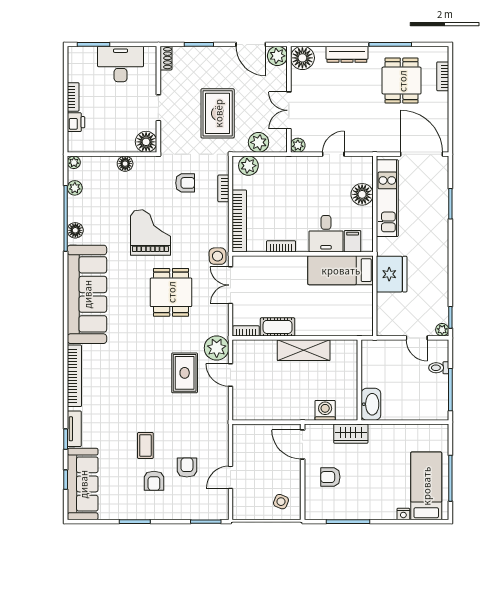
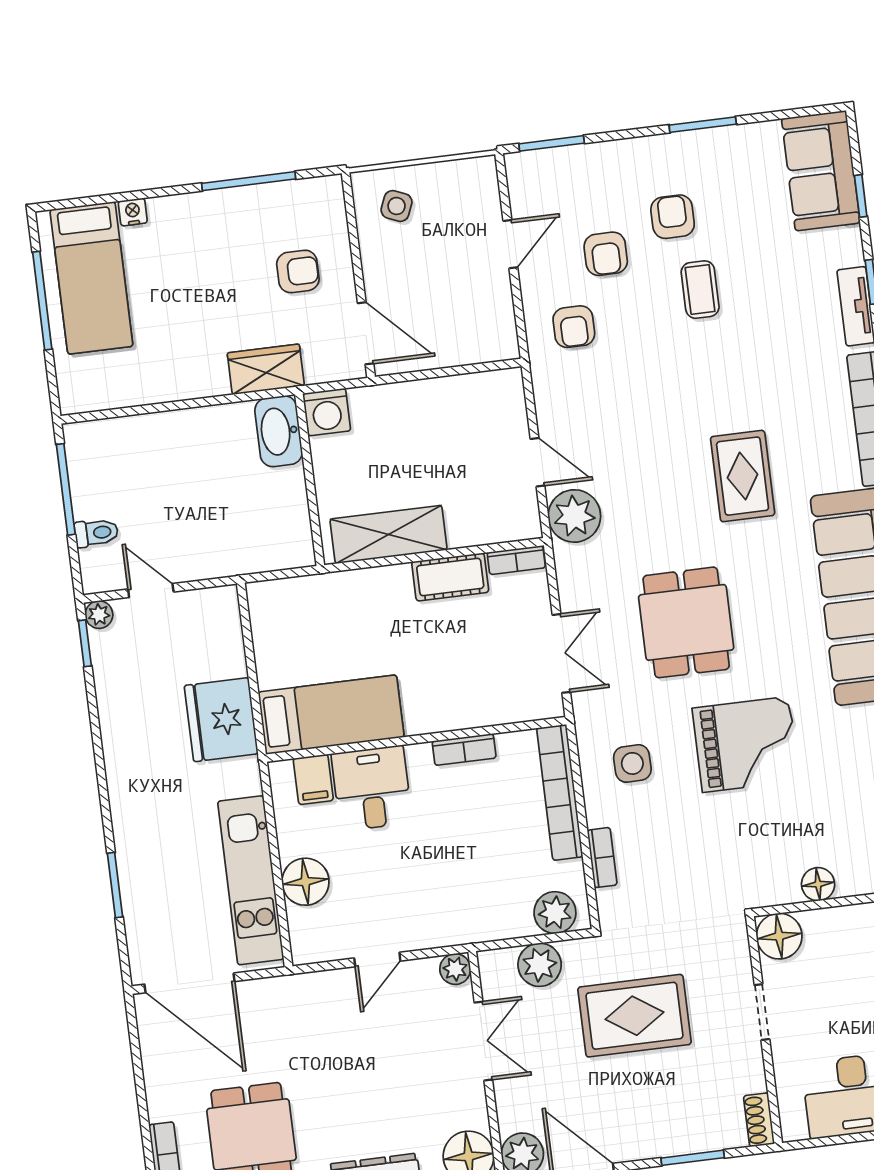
rug: (218, 113) -> (634, 1016), turned 90
armchair: (185, 183) -> (574, 327), moved, turned -90
grand piano: (150, 232) -> (746, 744), turned -90
side table: (218, 256) -> (632, 763), moved
rug: (185, 373) -> (743, 476), moved
wall: (359, 380) -> (310, 480), moved
washbasin: (371, 404) -> (279, 431), moved
sofa: (83, 484) -> (821, 171), width x0.73

